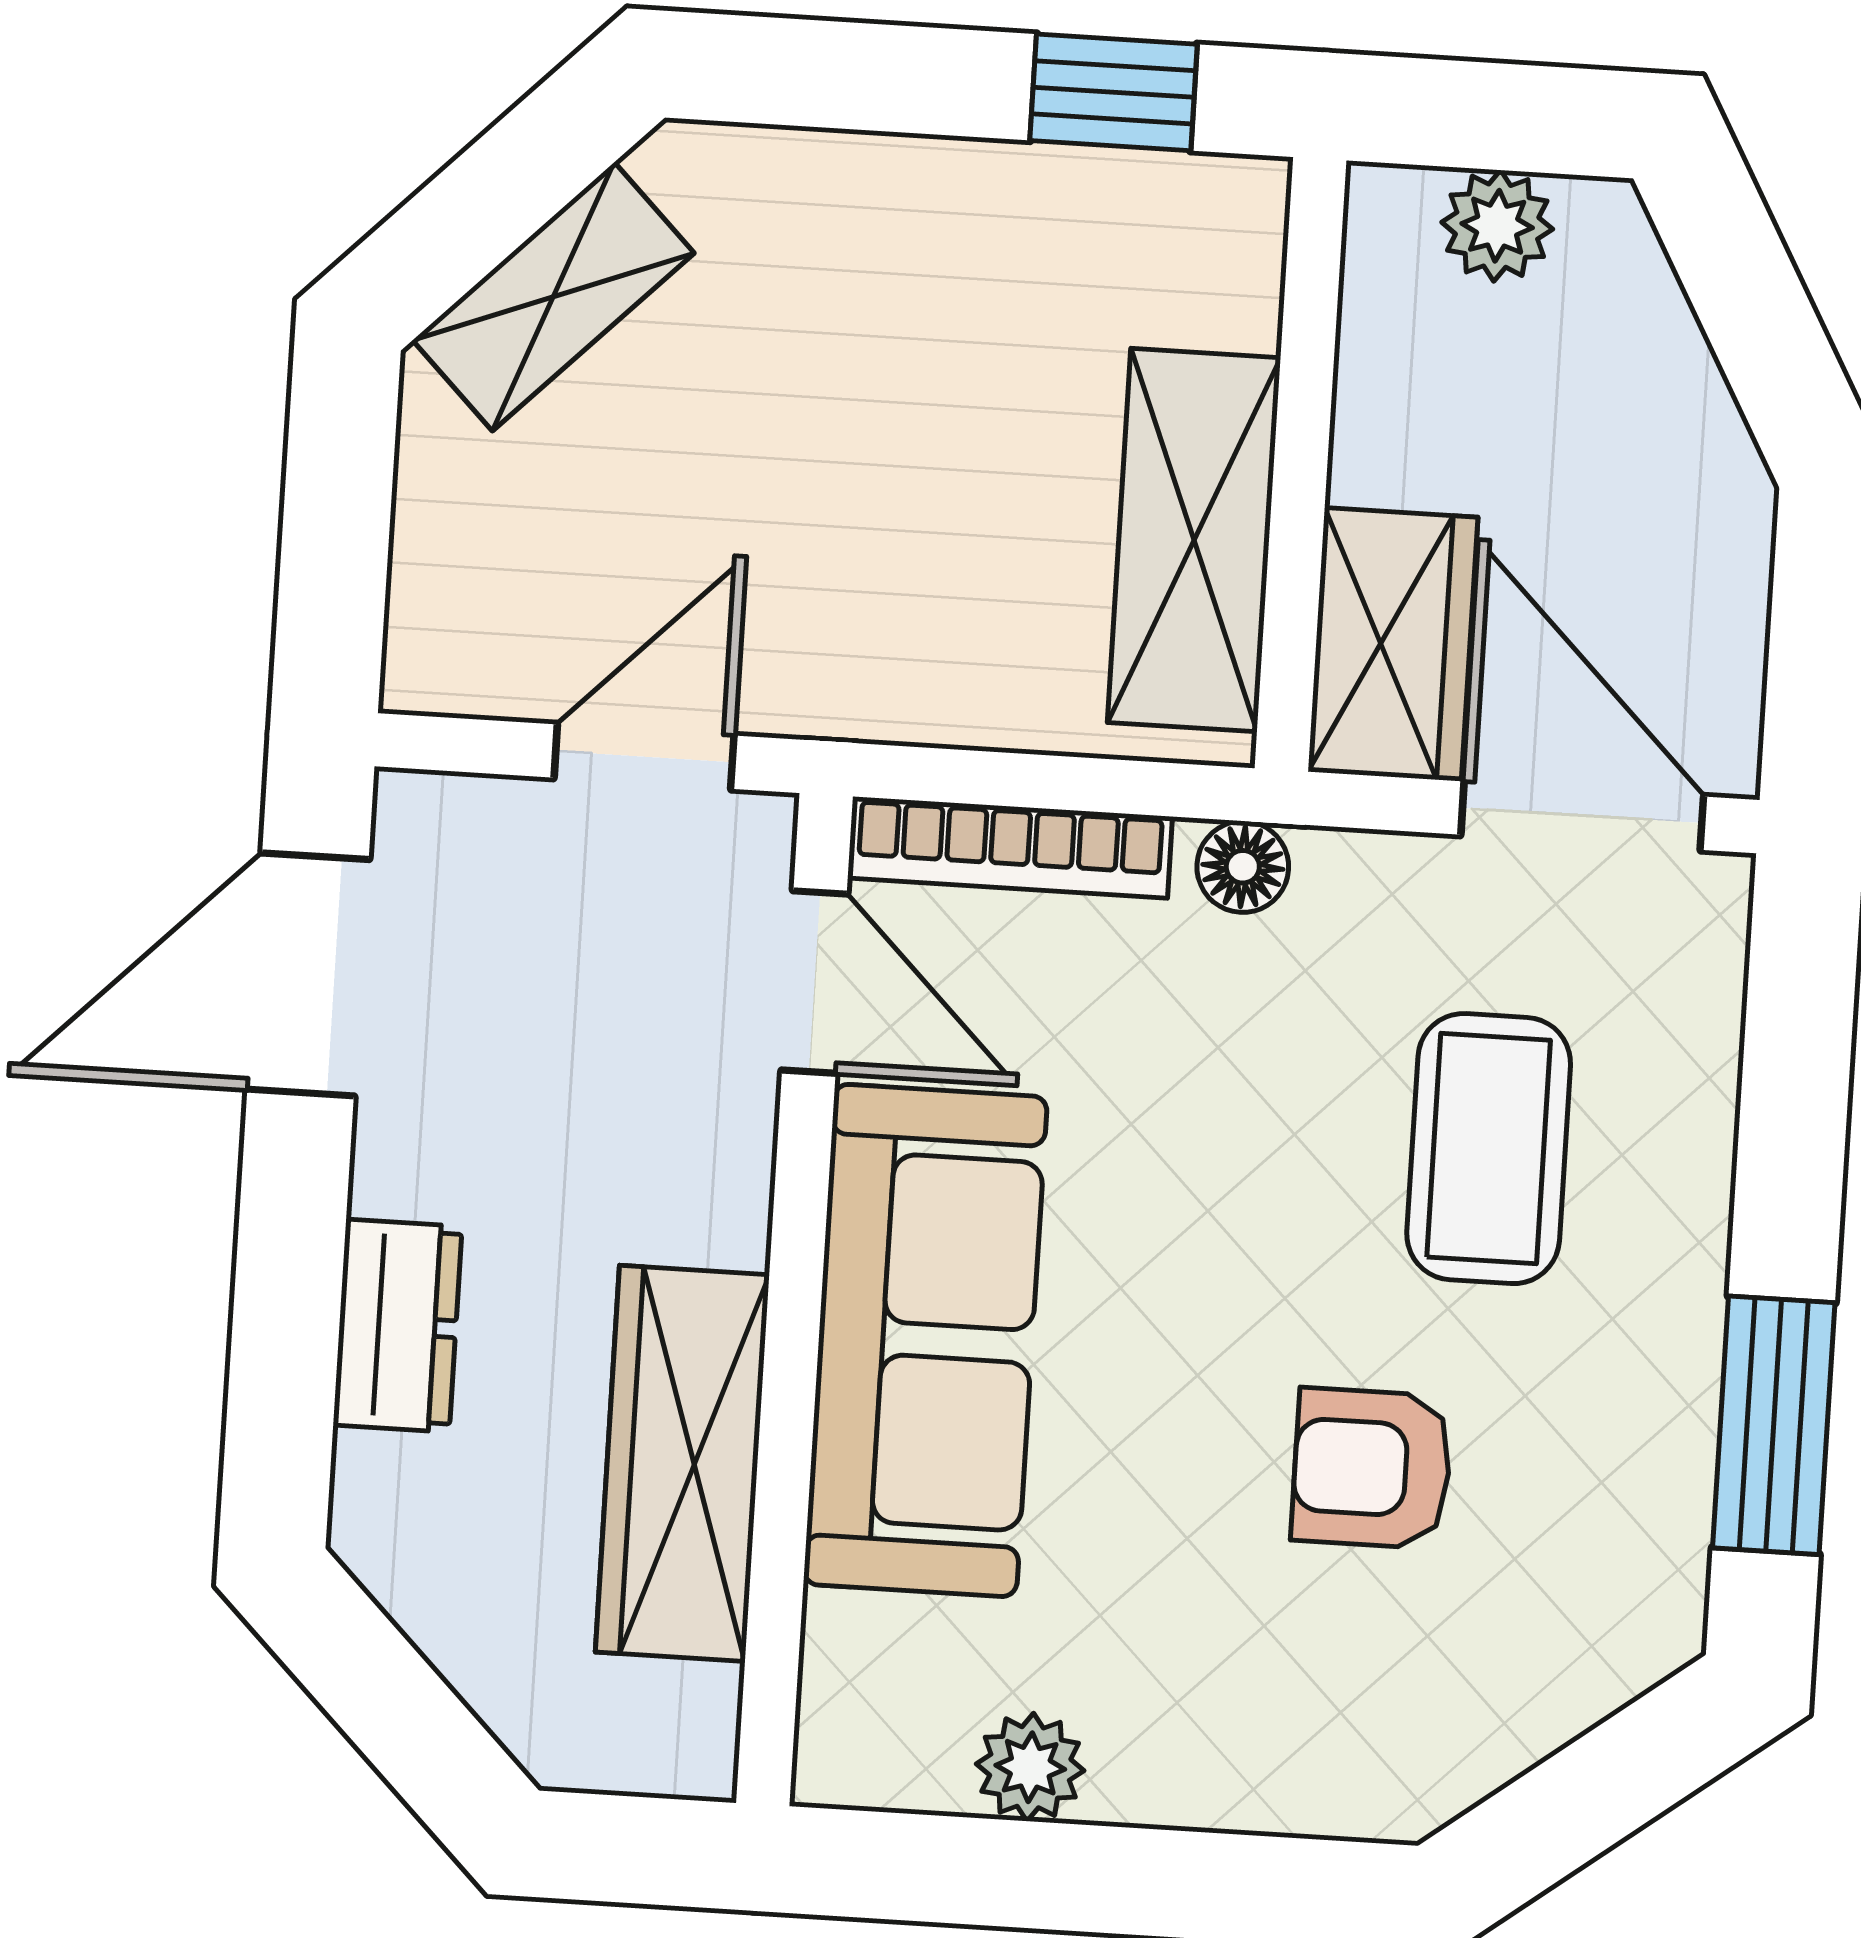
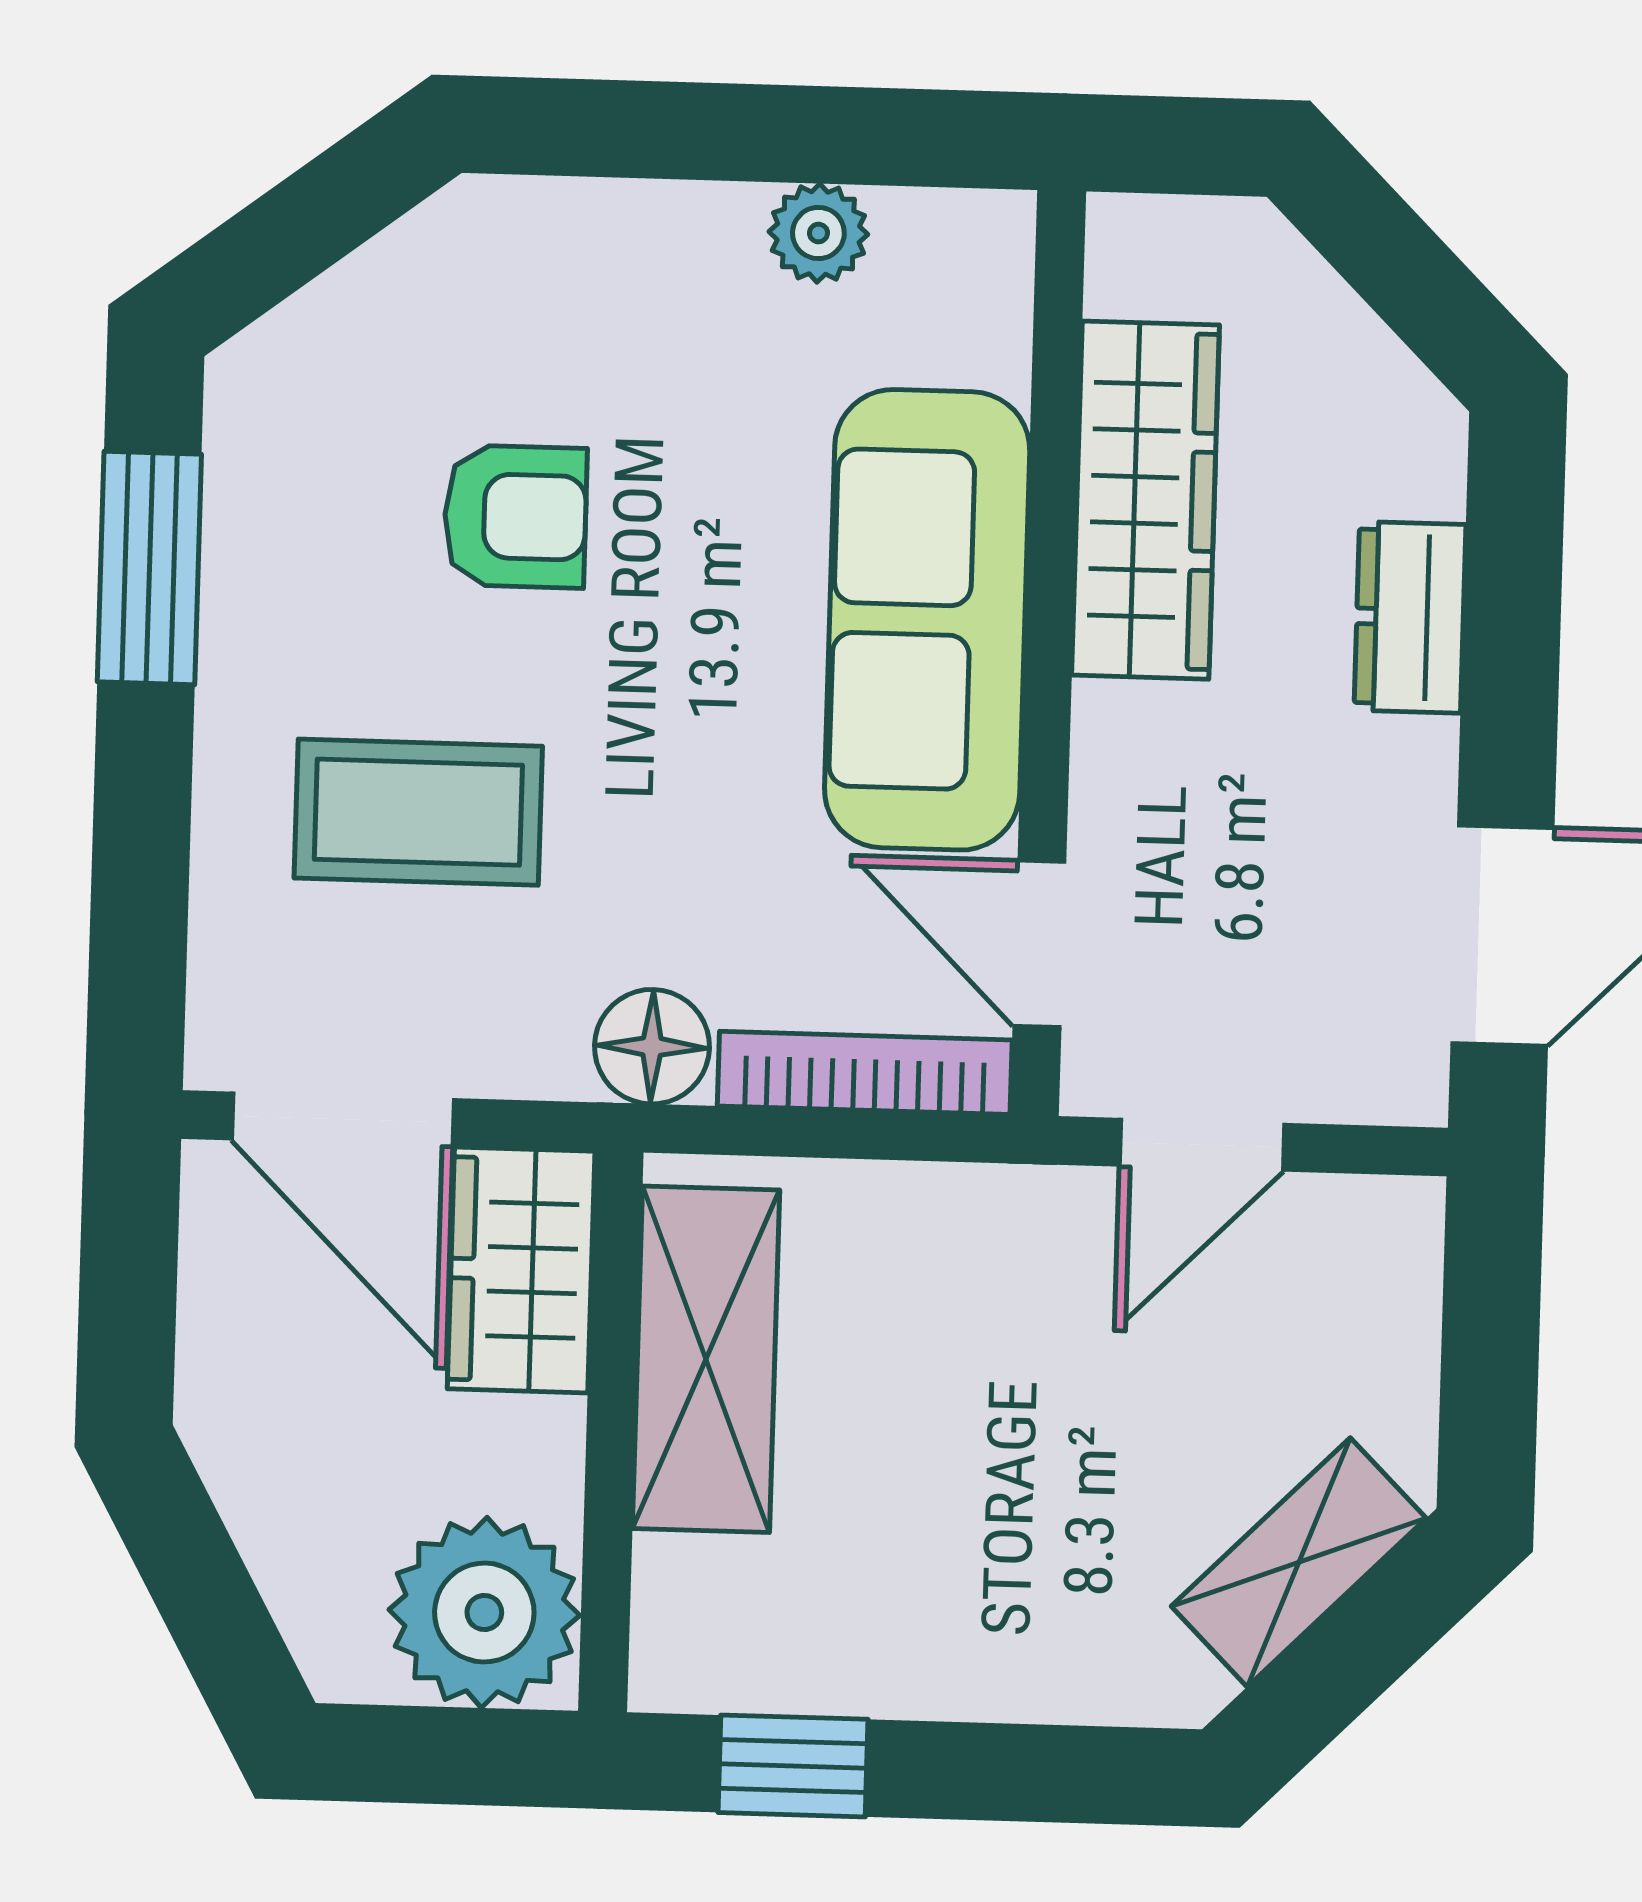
plant: (1497, 226) -> (484, 1613), width x1.87, depth x1.87
floor lamp: (1243, 867) -> (652, 1047), width x1.37, depth x1.37
coffee table: (1489, 1149) -> (418, 812), turned 90

